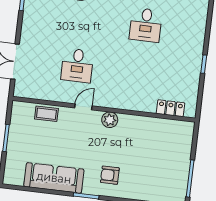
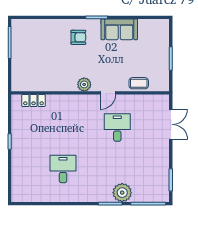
sofa: (54, 178) -> (119, 29), width x0.73

